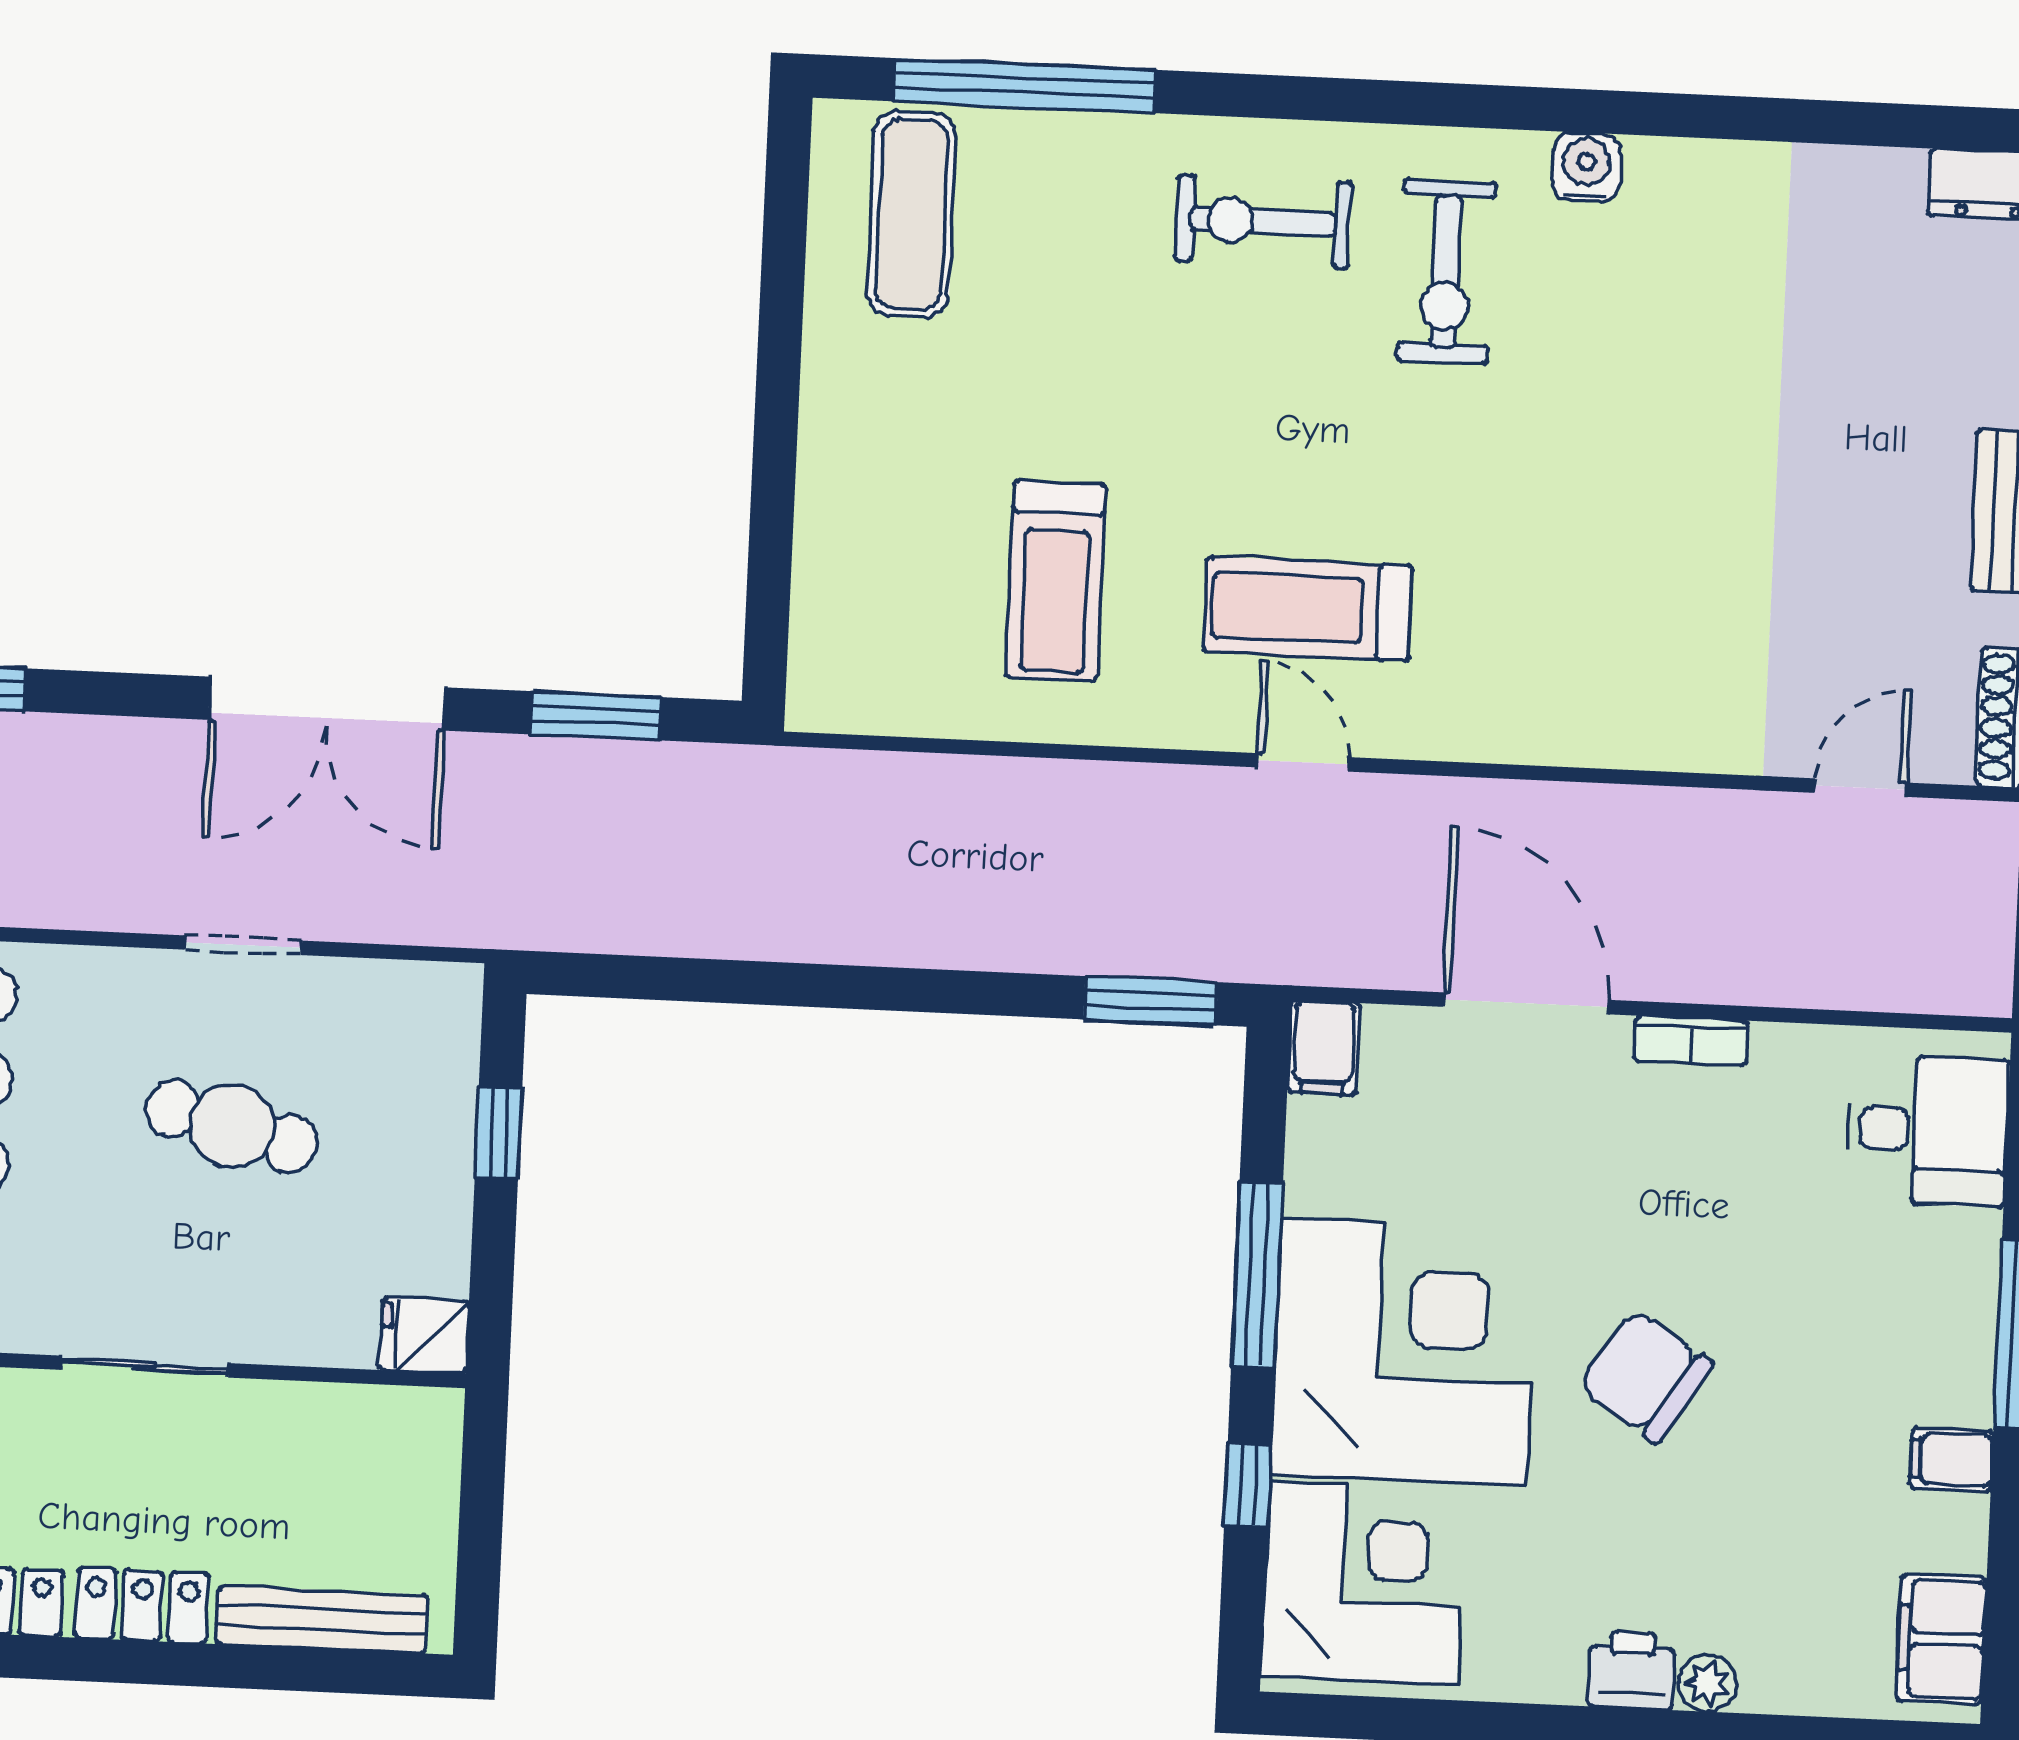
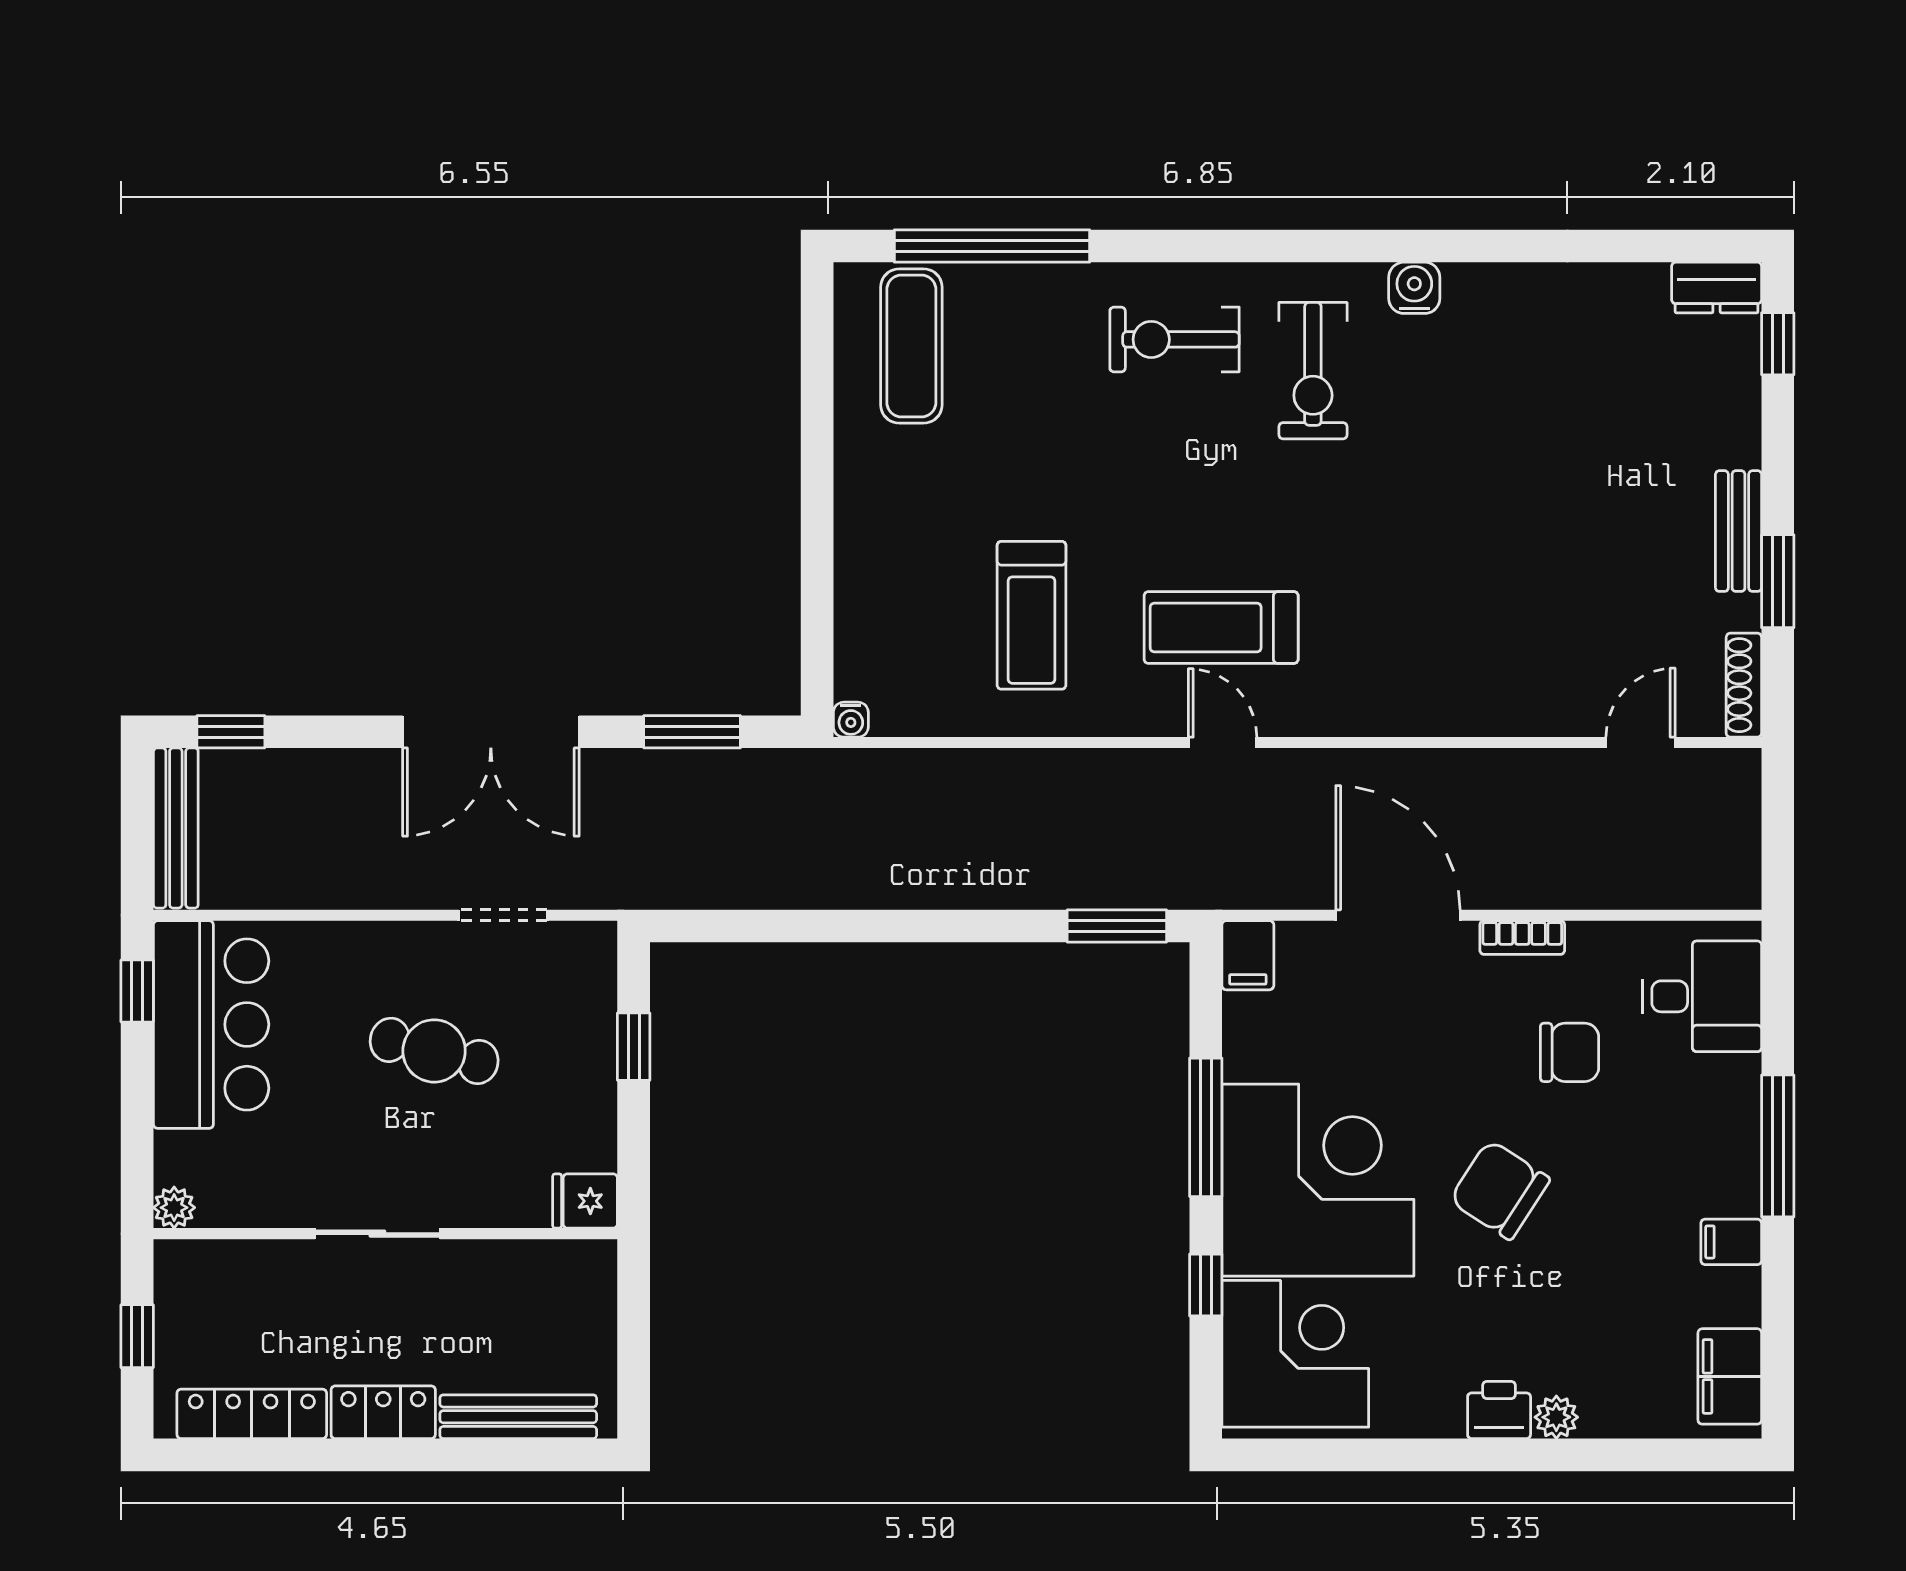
water cooler: (808, 709) -> (851, 720), added
doorway: (243, 945) -> (503, 915), moved
chair: (1747, 1197) -> (1570, 1052), added

